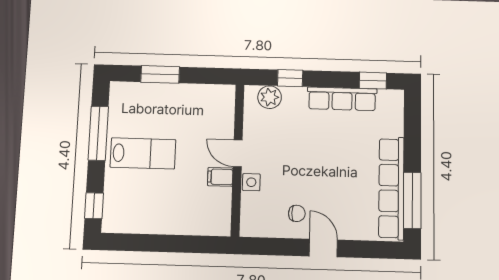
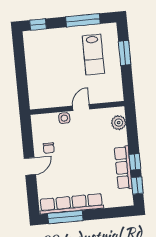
window: (290, 78) -> (135, 162), moved
lab bench: (143, 153) -> (93, 55), moved
filing cabinet: (220, 177) -> (65, 99), removed

